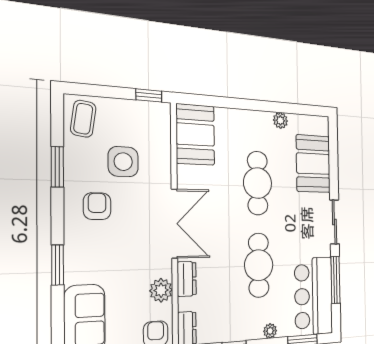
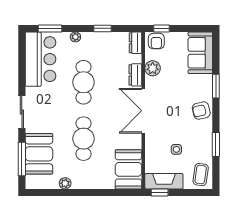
fireplace: (142, 112) -> (164, 181), added
side table: (123, 162) -> (176, 149), width x0.54, depth x0.54
armchair: (97, 206) -> (201, 111), moved, turned 77
window: (335, 280) -> (22, 159), moved

